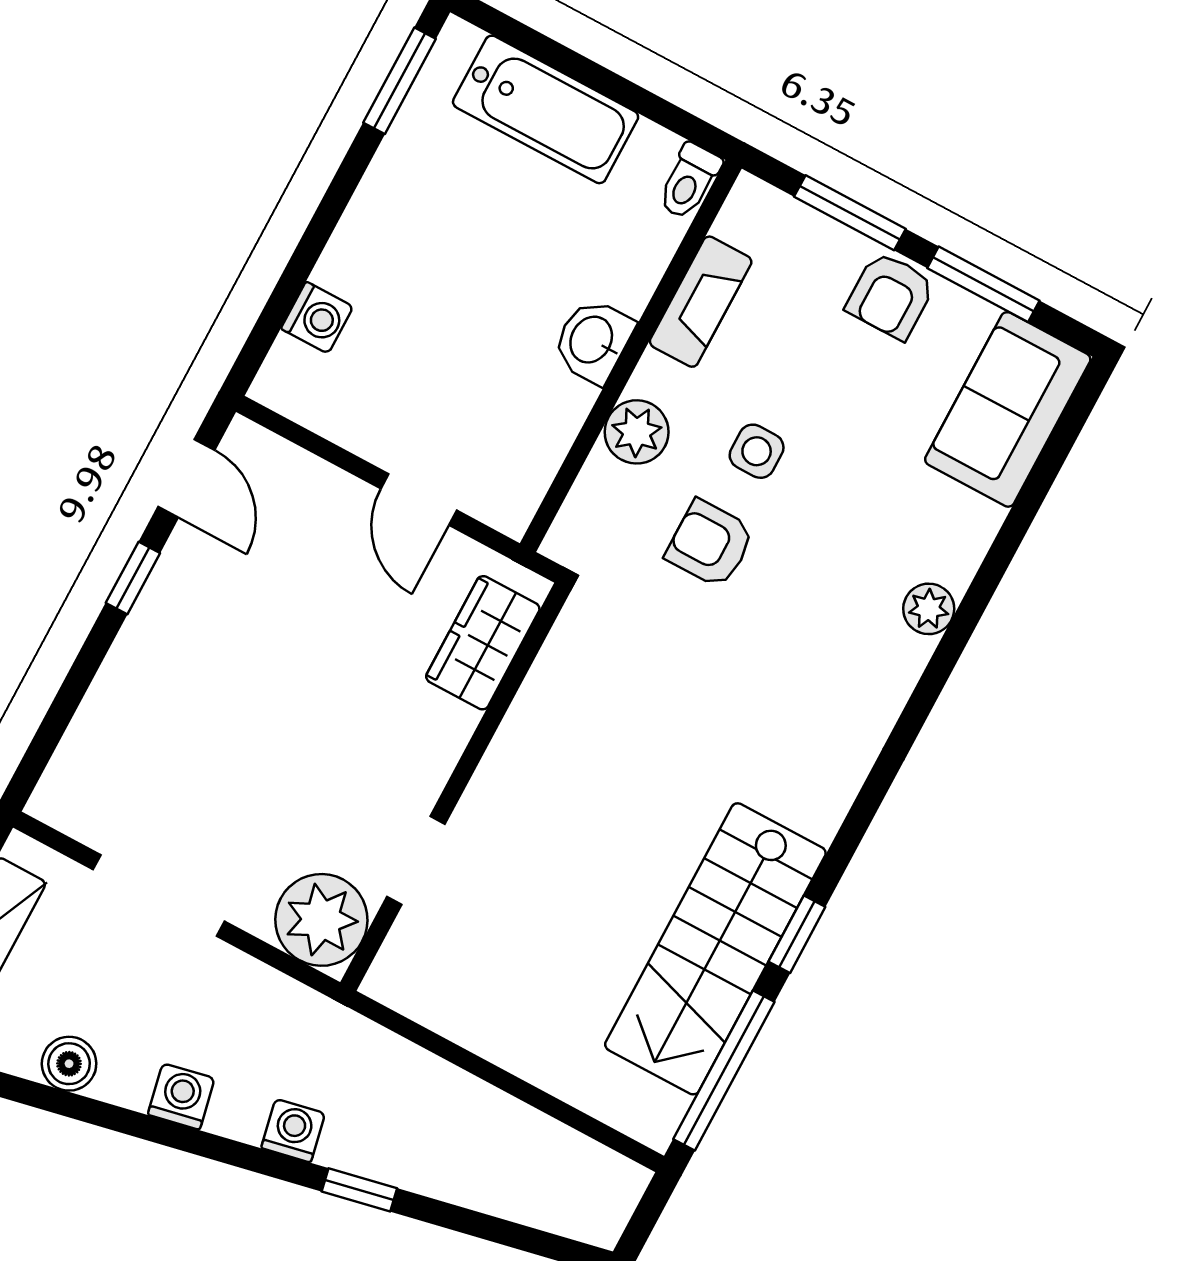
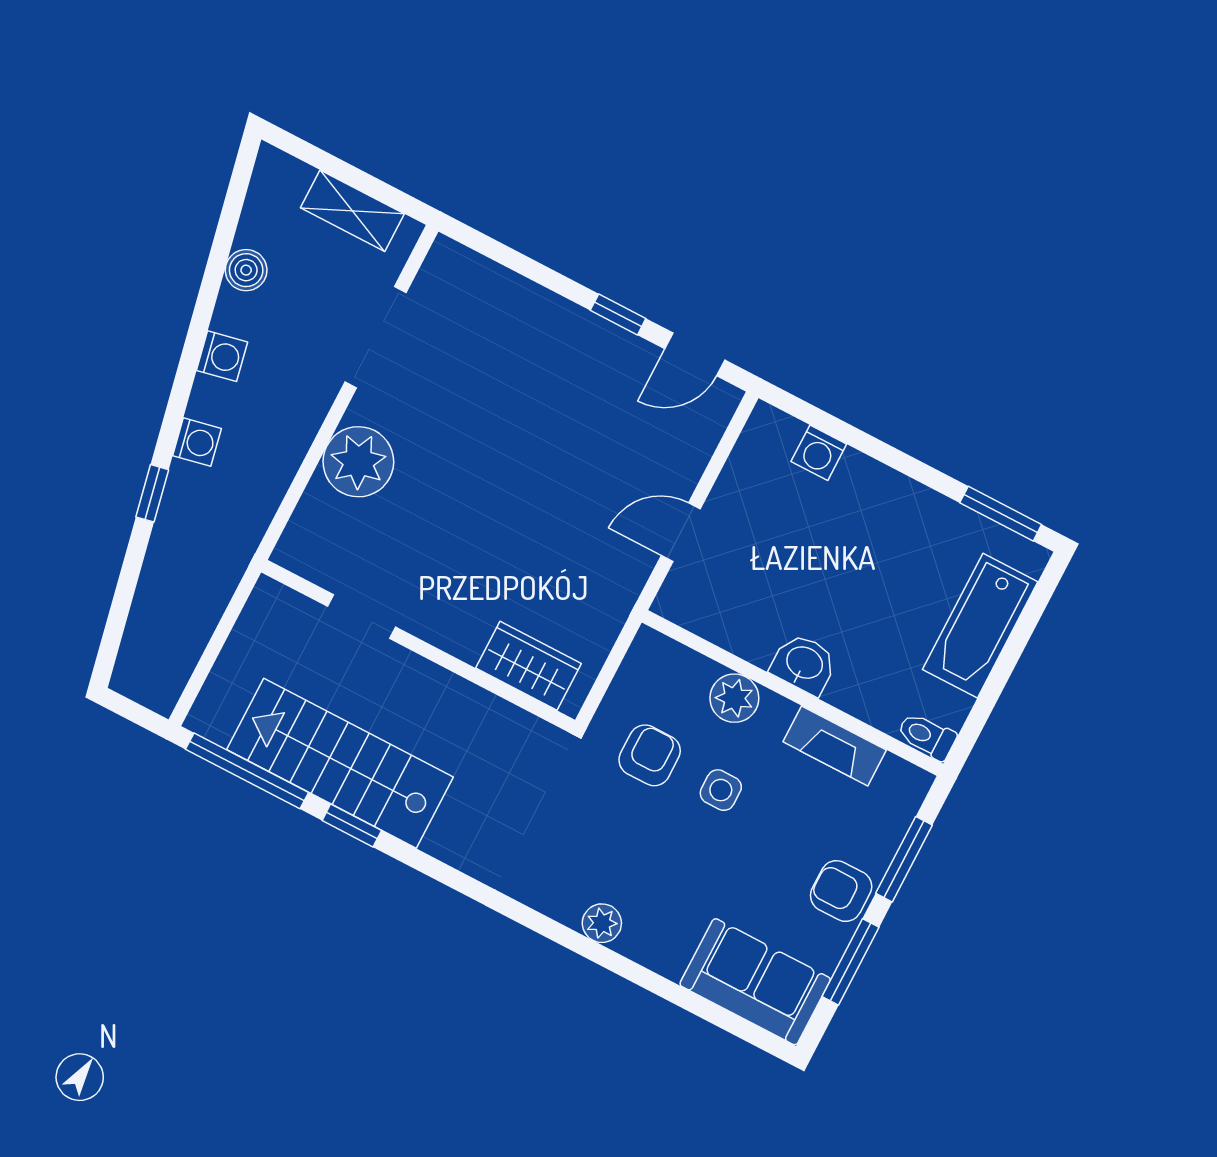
wardrobe: (483, 643) -> (529, 666), moved
wall: (455, 787) -> (418, 646), moved
doorway: (416, 860) -> (361, 617), moved

